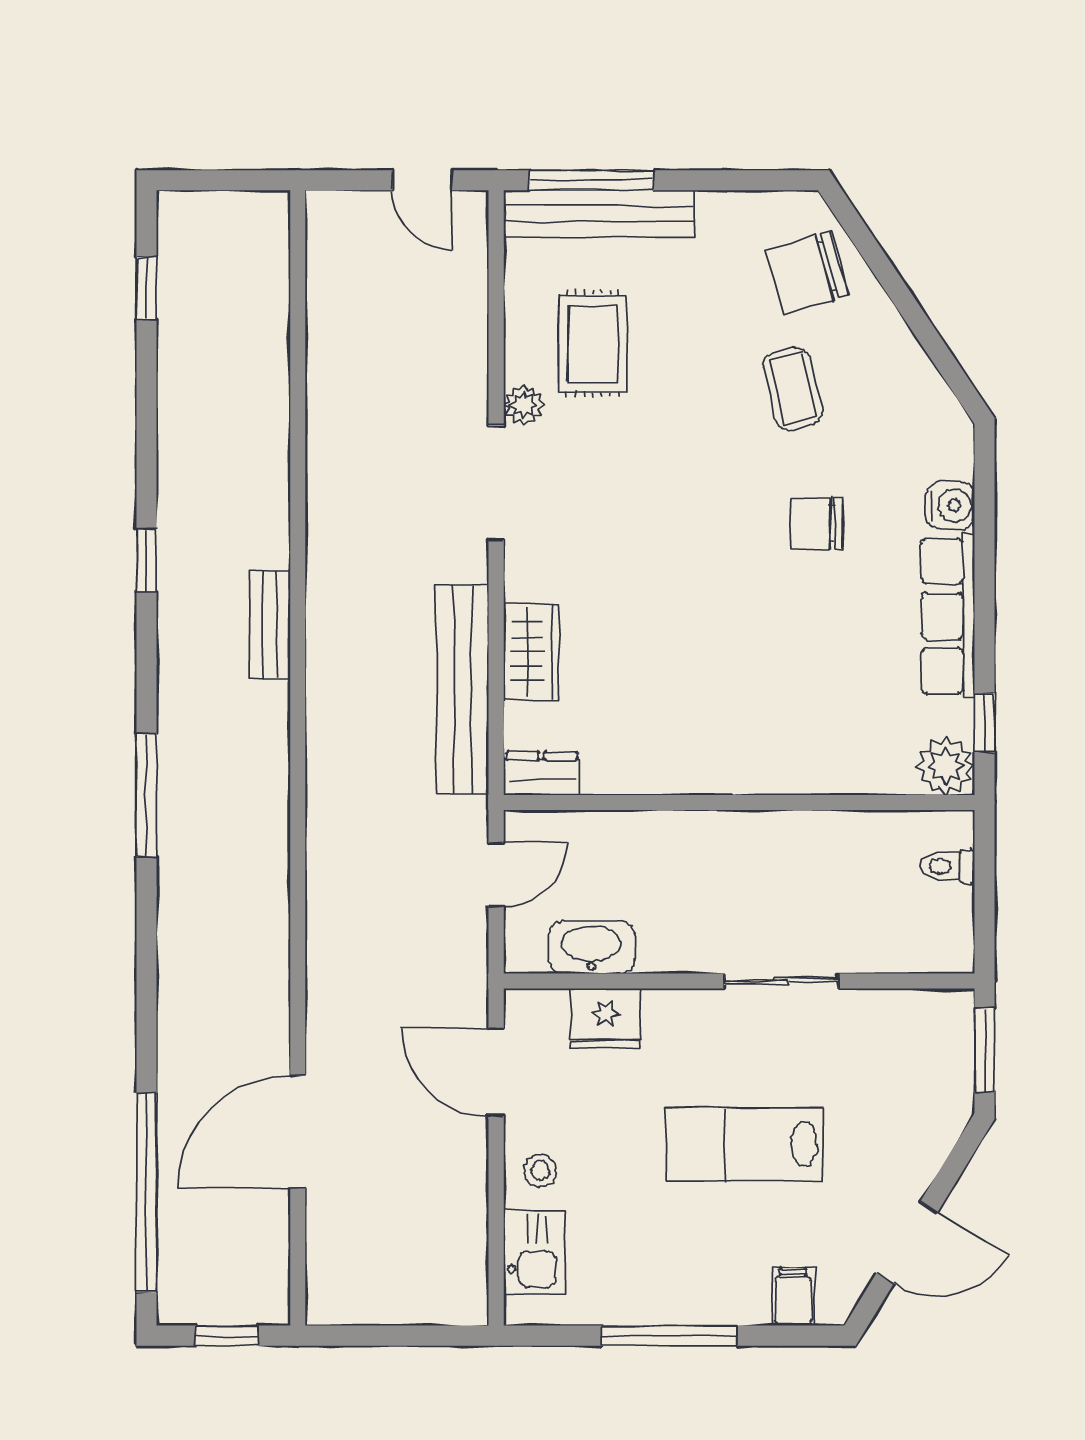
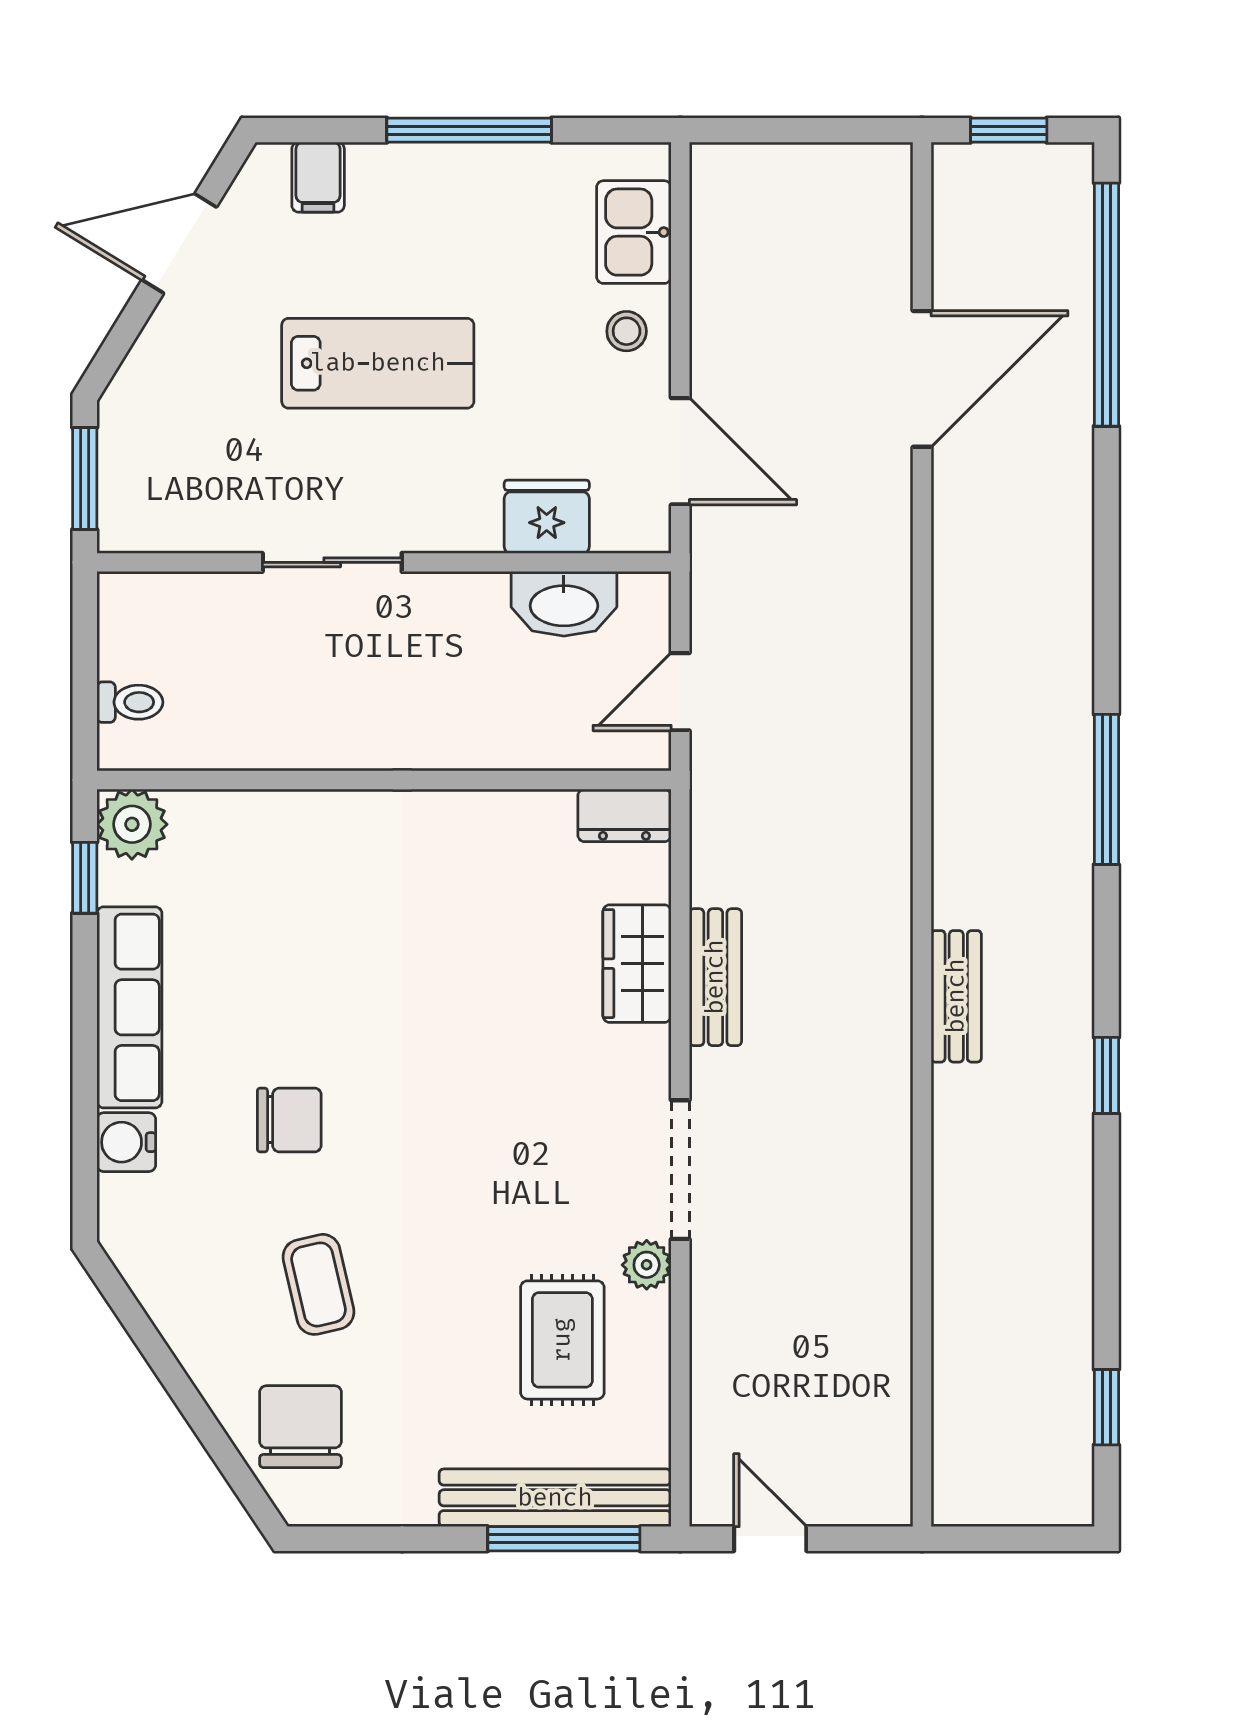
chair: (808, 272) -> (300, 1427), turned -74
bench: (463, 689) -> (715, 977), width x0.54, depth x0.82

